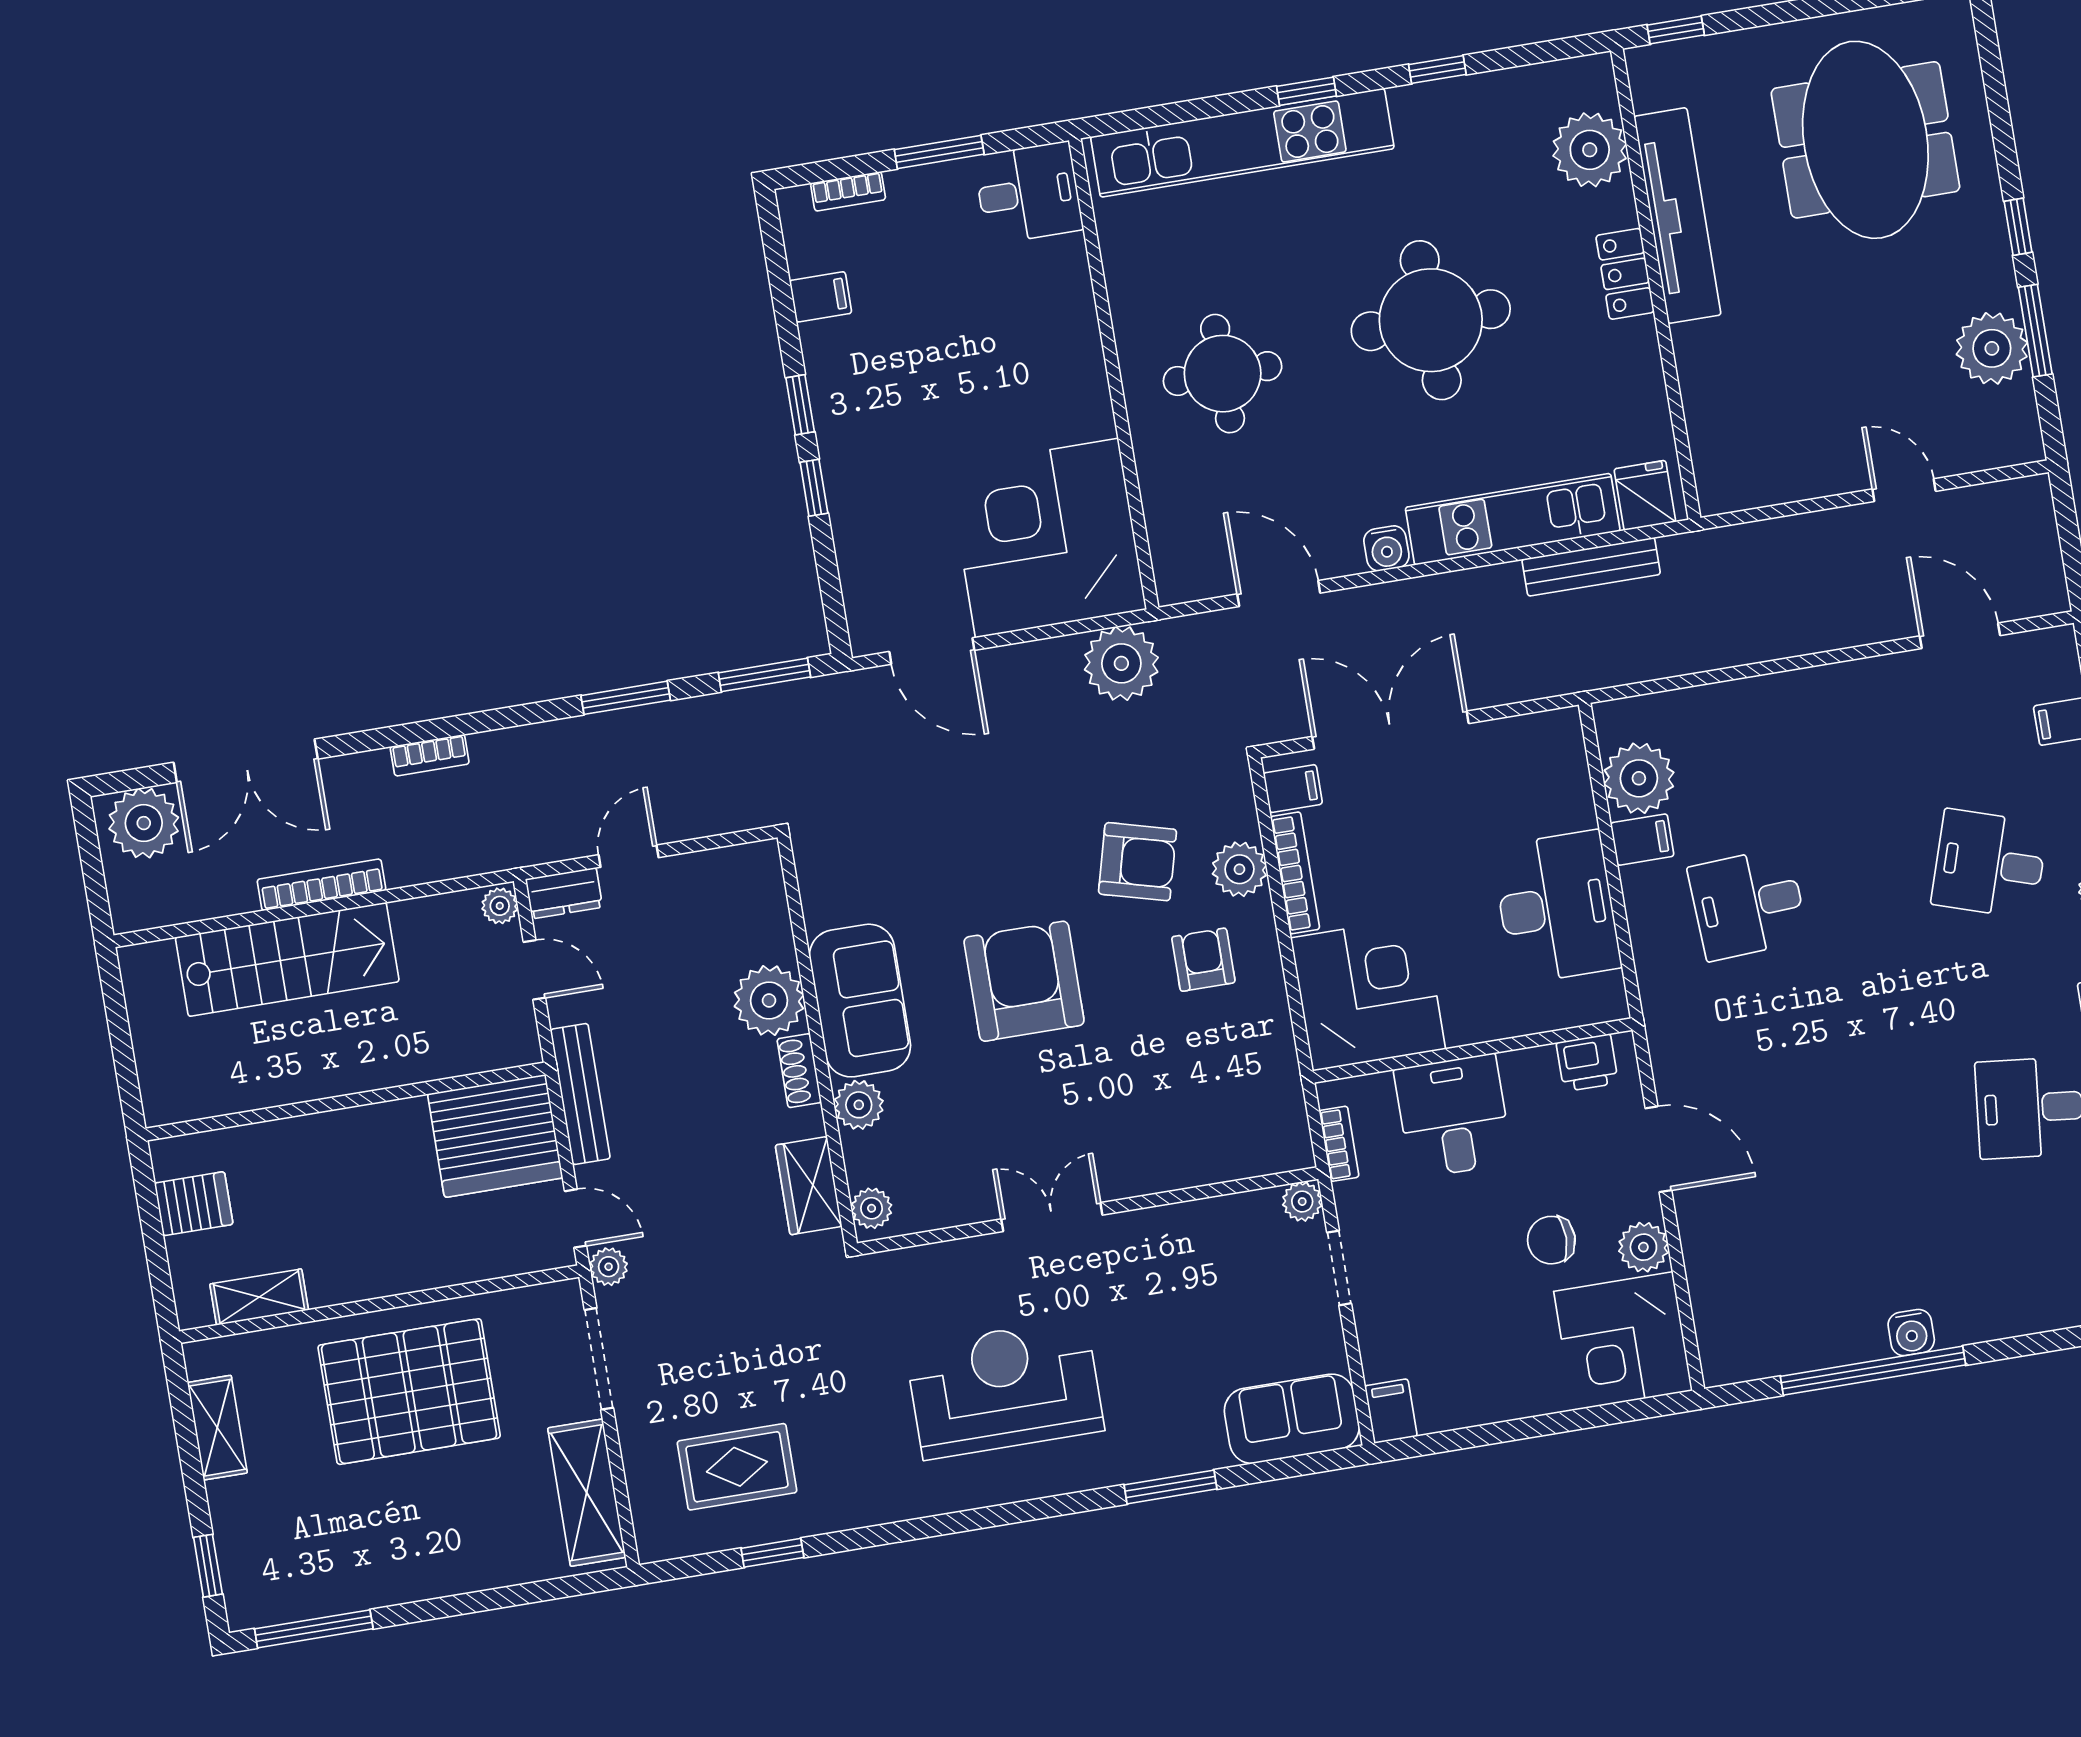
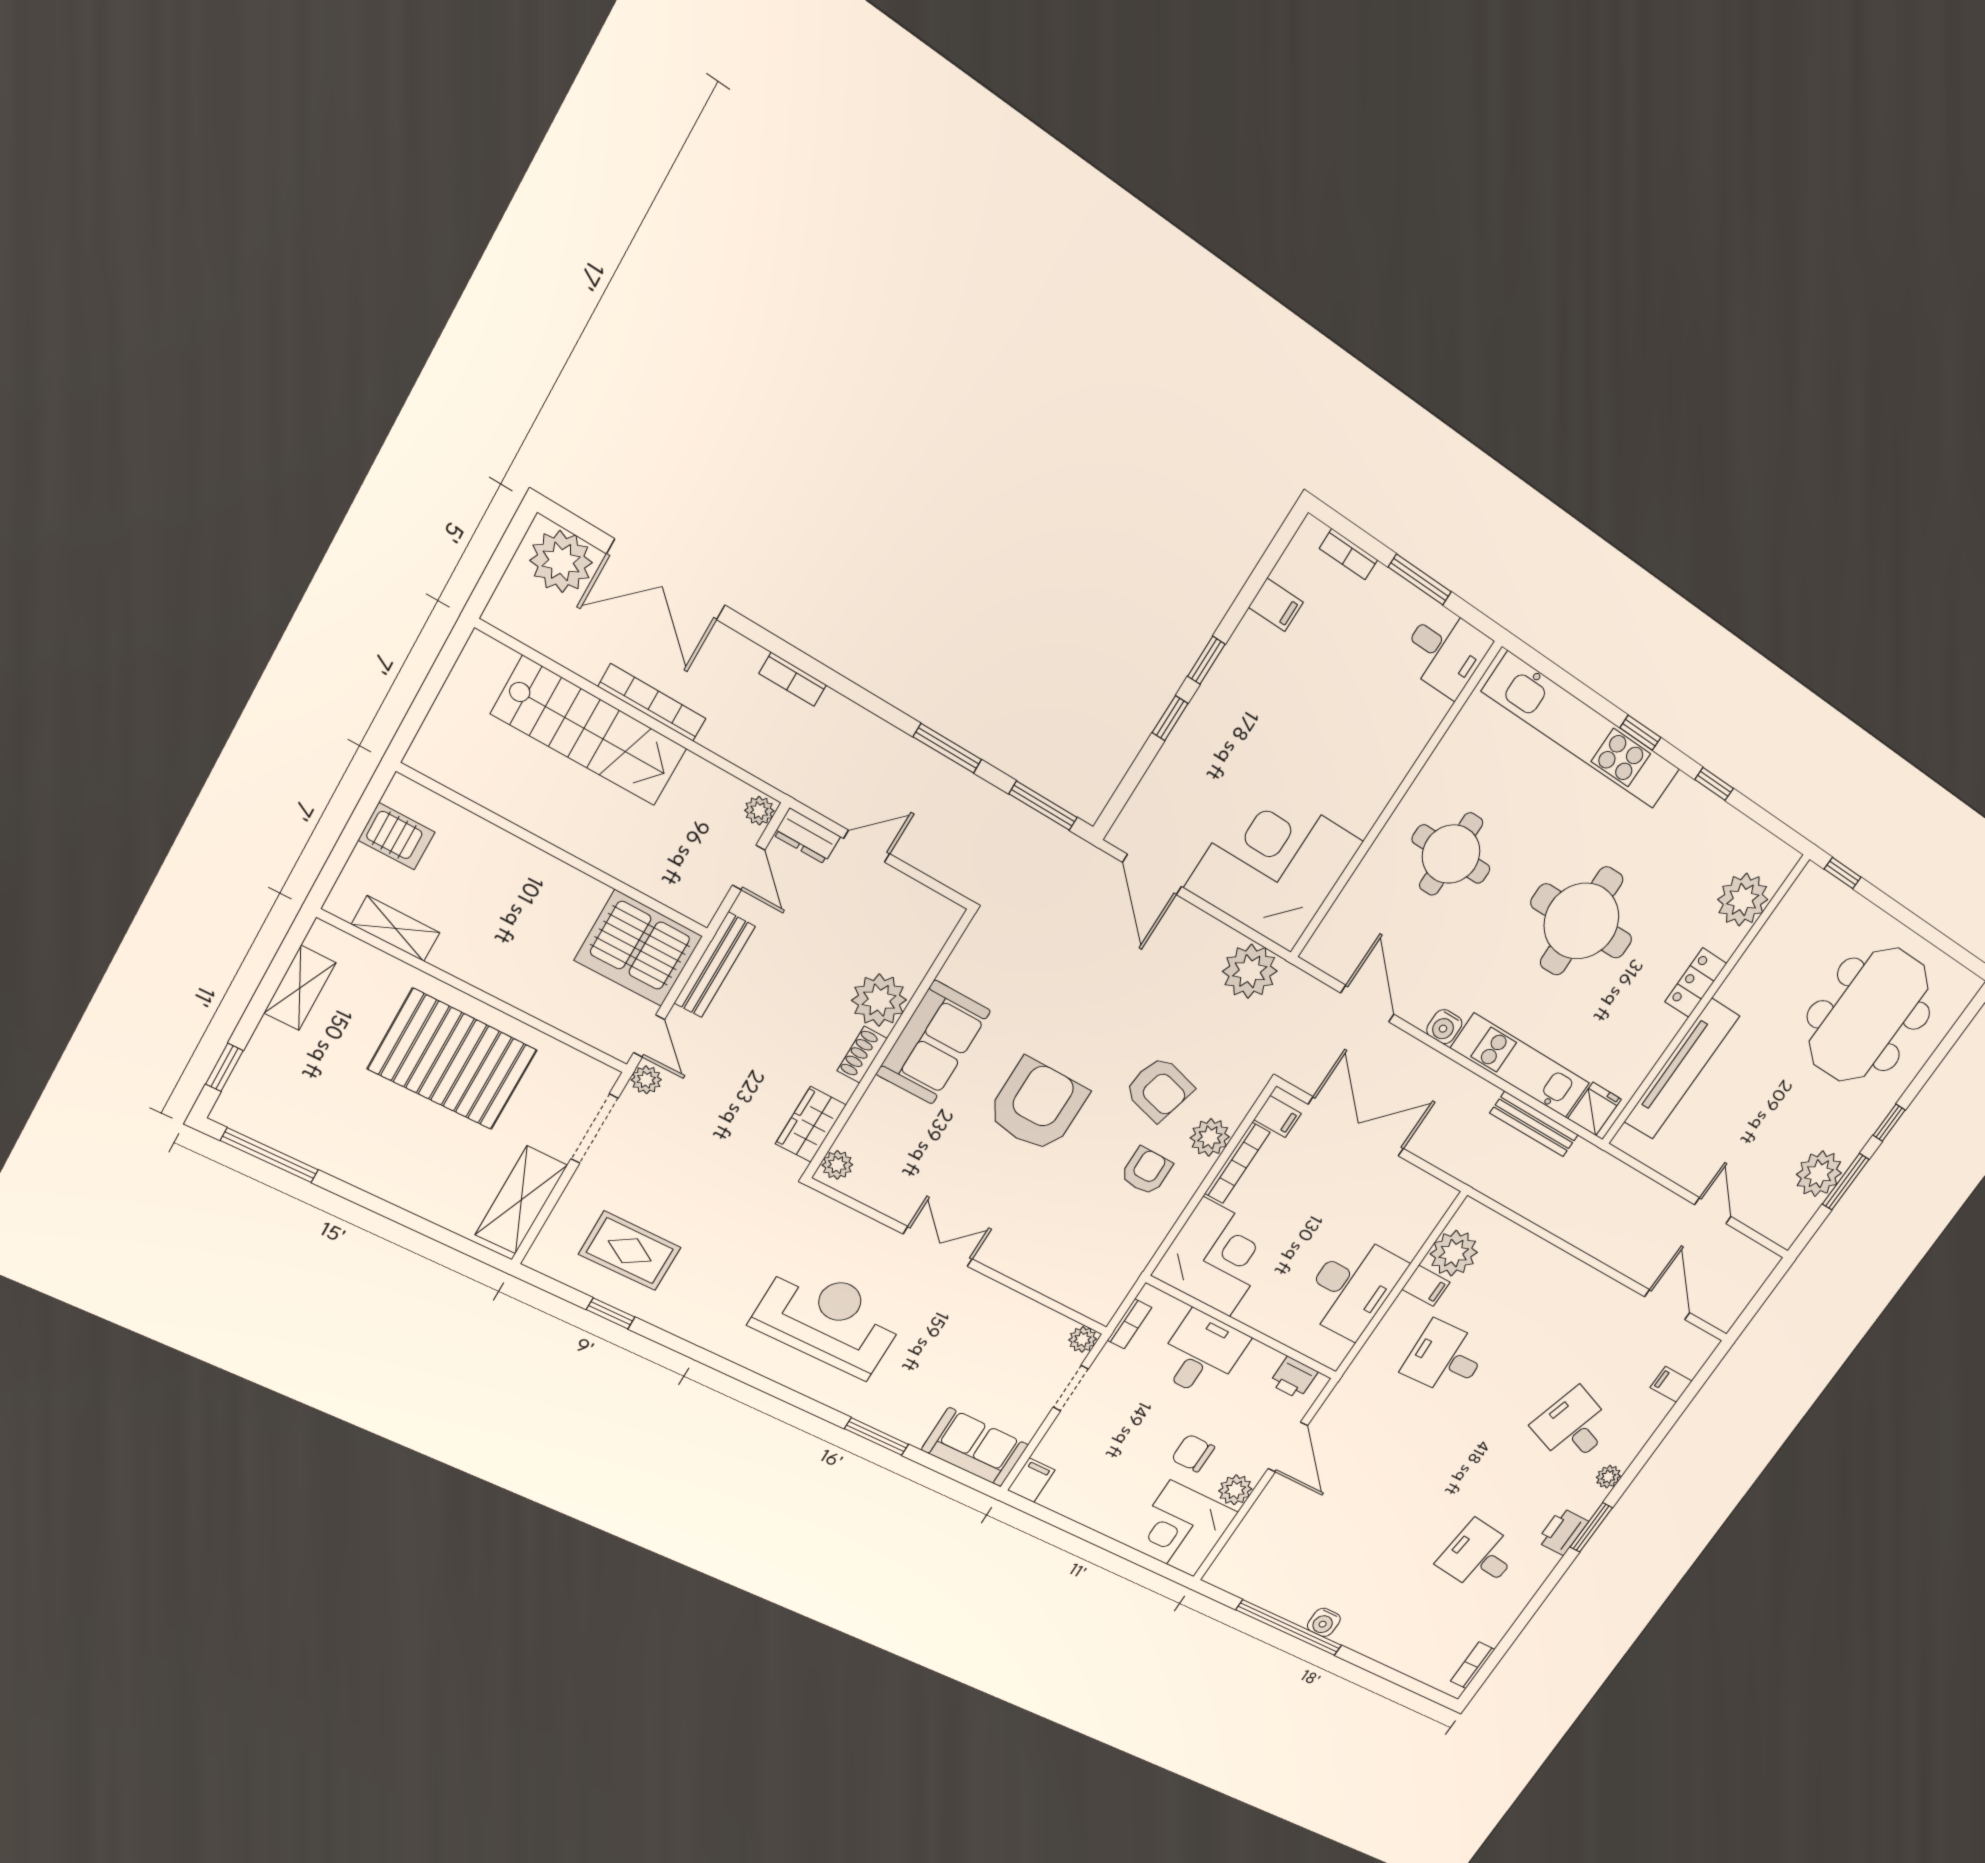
tv unit: (1677, 216) -> (1682, 1069), moved
plant: (859, 1105) -> (881, 1101), removed

